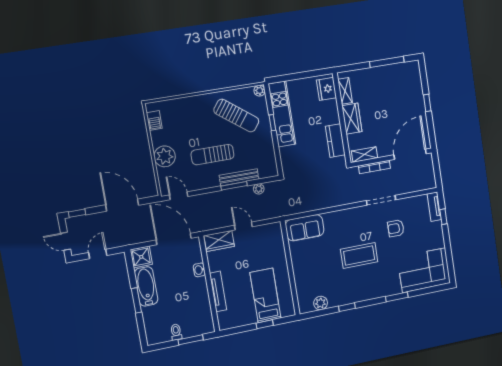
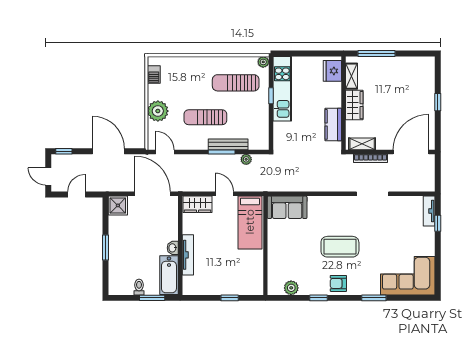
window: (387, 62) -> (376, 54), moved
sun lounger: (236, 116) -> (236, 83), turned 143
armchair: (396, 228) -> (338, 283), moved
washbasin: (199, 270) -> (173, 248), moved
bathtub: (146, 286) -> (169, 275), moved, turned 180
bed: (265, 295) -> (250, 222), moved, turned 180

